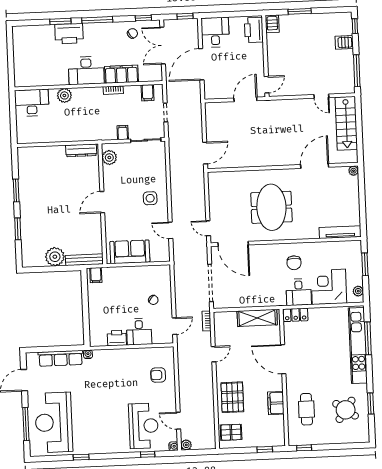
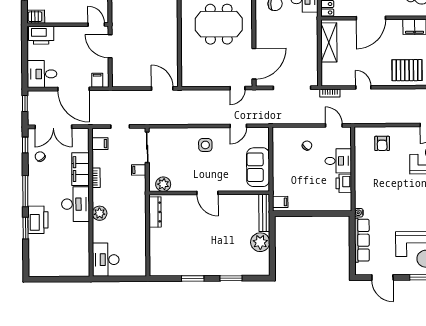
filing cabinet: (211, 88) -> (97, 80), added
plant: (64, 95) -> (100, 213), moved

